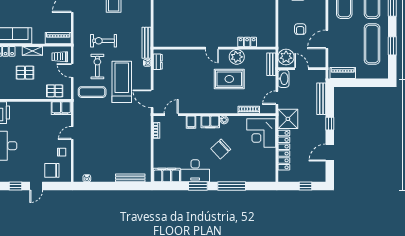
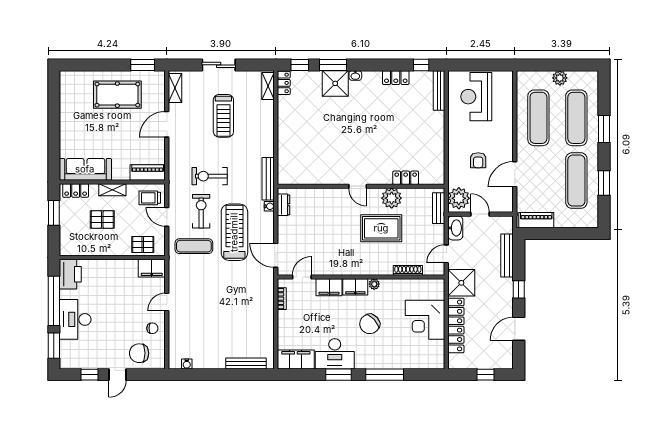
filing cabinet: (191, 122) -> (329, 287), width x2.00
corner desk: (261, 133) -> (425, 320), moved

